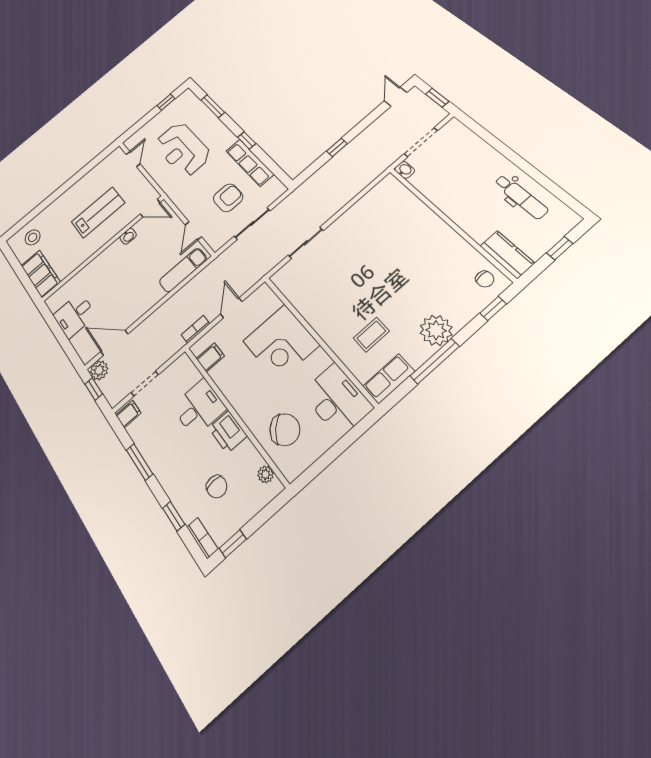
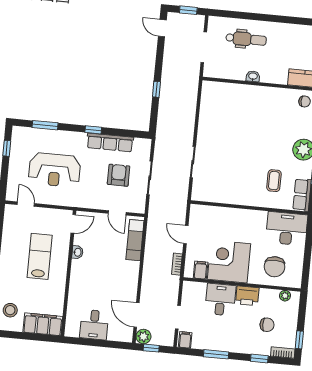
washbasin: (405, 170) -> (253, 76), moved
dental chair: (521, 197) -> (246, 39), moved
door: (114, 343) -> (137, 315), hinge flipped
corner desk: (281, 343) -> (229, 262), moved, turned 180
chair: (285, 430) -> (275, 267), turned 138

